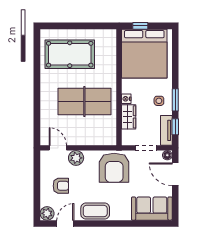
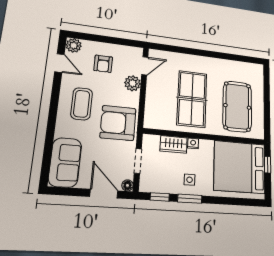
pool table: (70, 54) -> (237, 106), moved
tv unit: (166, 130) -> (156, 186), removed
door: (175, 174) -> (104, 194), hinge flipped
coffee table: (95, 211) -> (82, 104), moved

